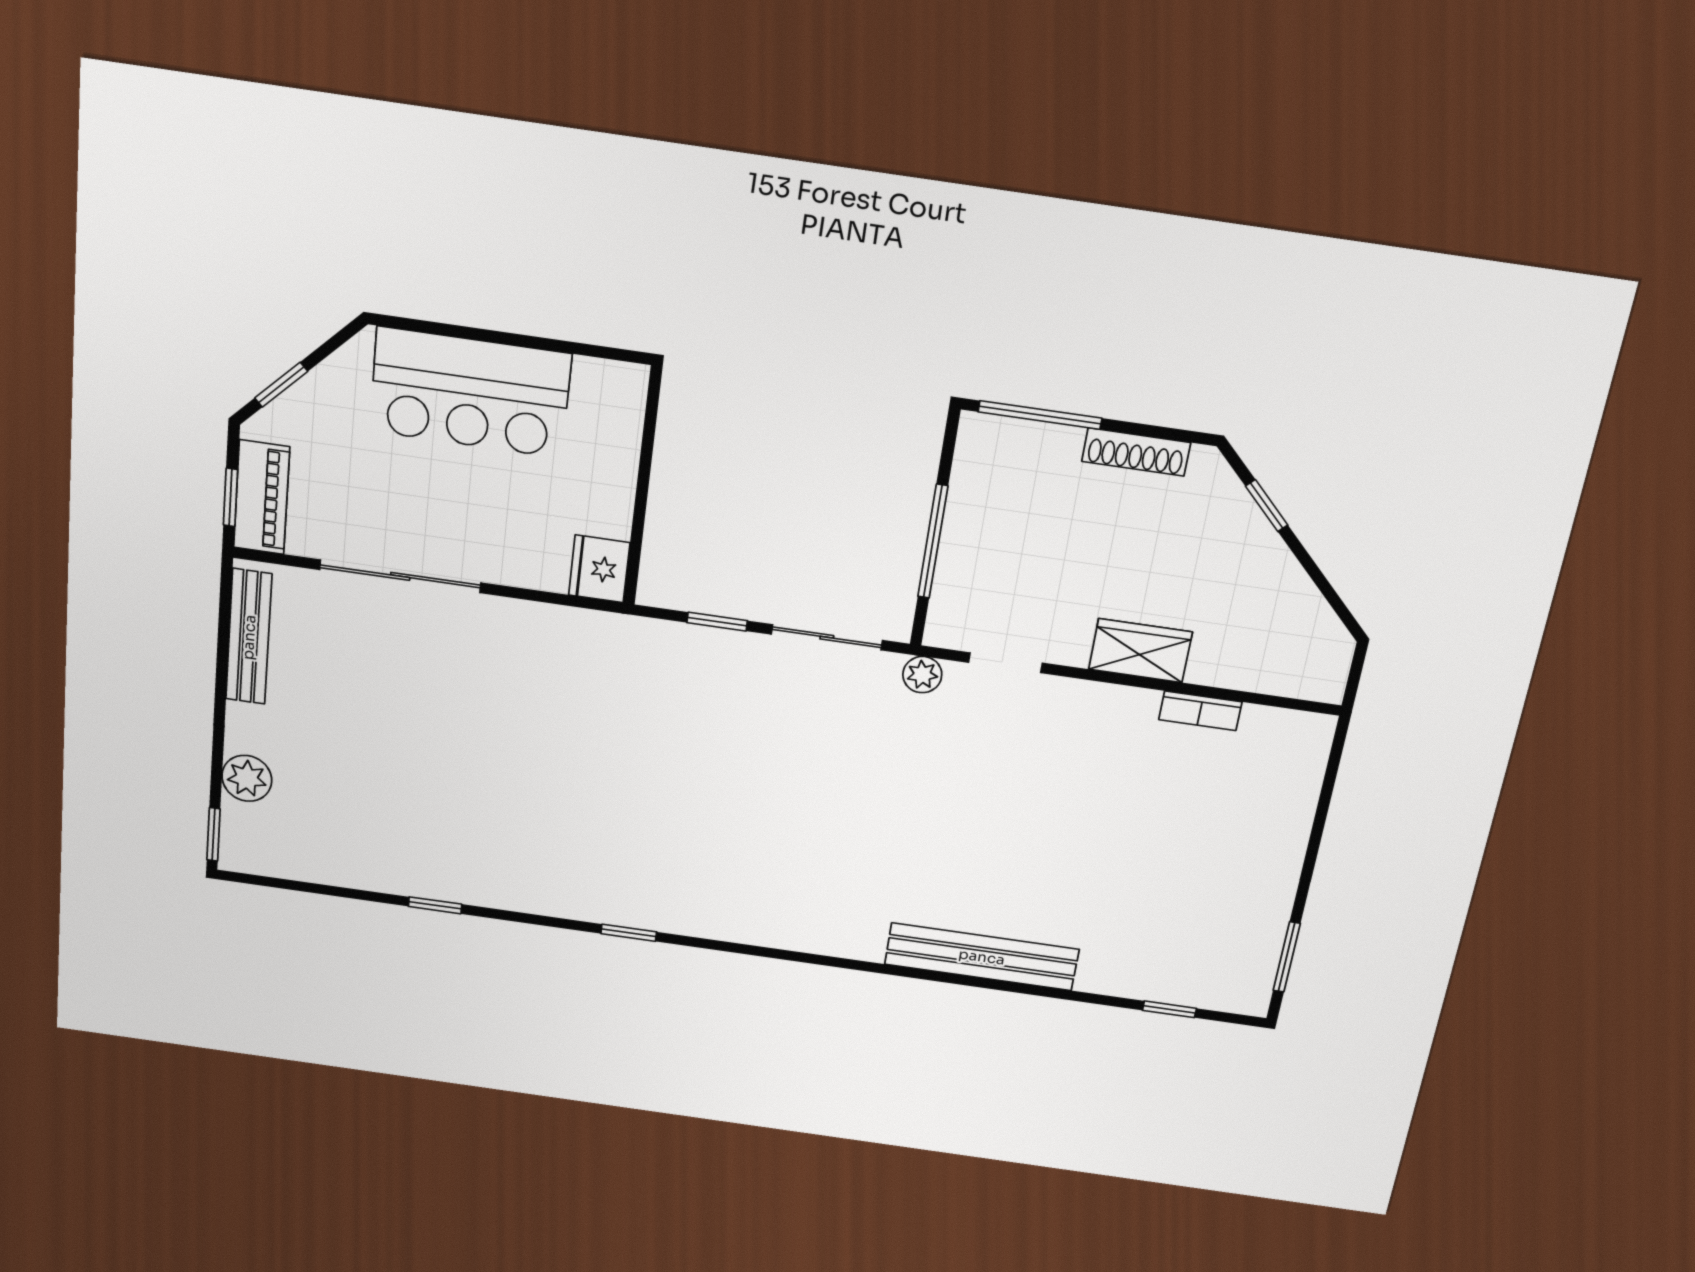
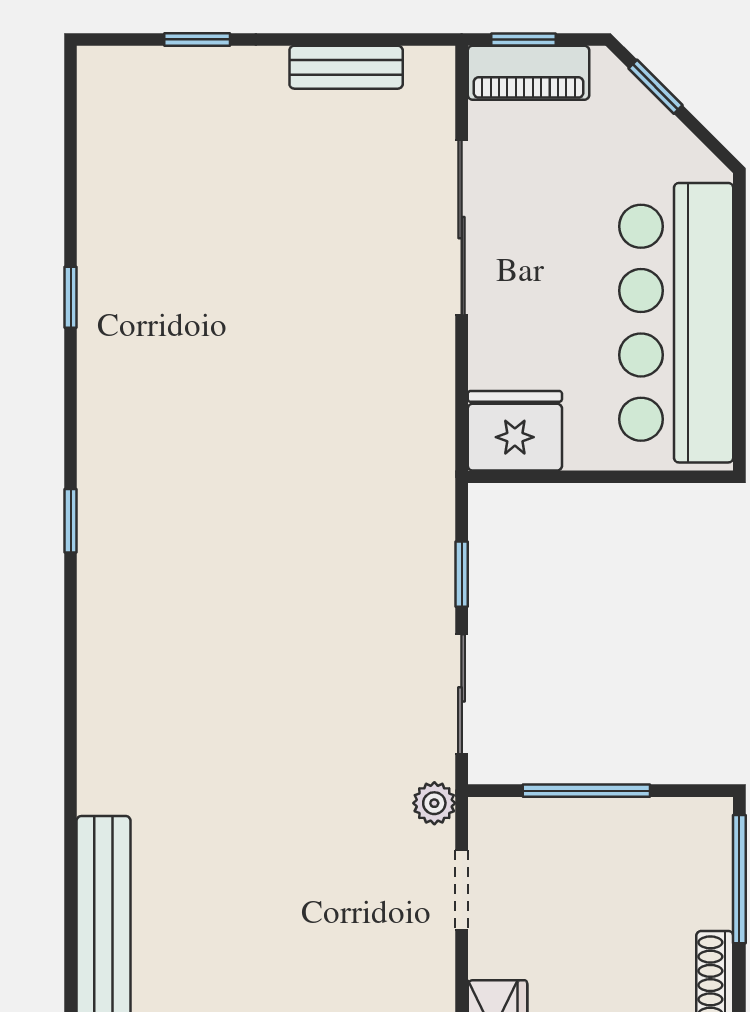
bar counter: (470, 392) -> (676, 323), width x1.36
fridge: (599, 569) -> (515, 431), width x1.36, depth x1.34
bench: (249, 637) -> (346, 67), width x0.73
plant: (247, 778) -> (196, 74), removed
window: (214, 834) -> (197, 39), moved

